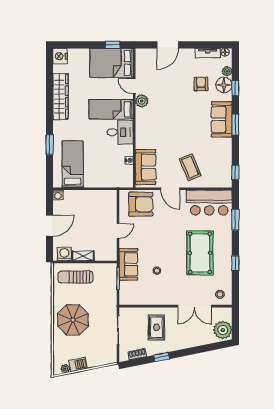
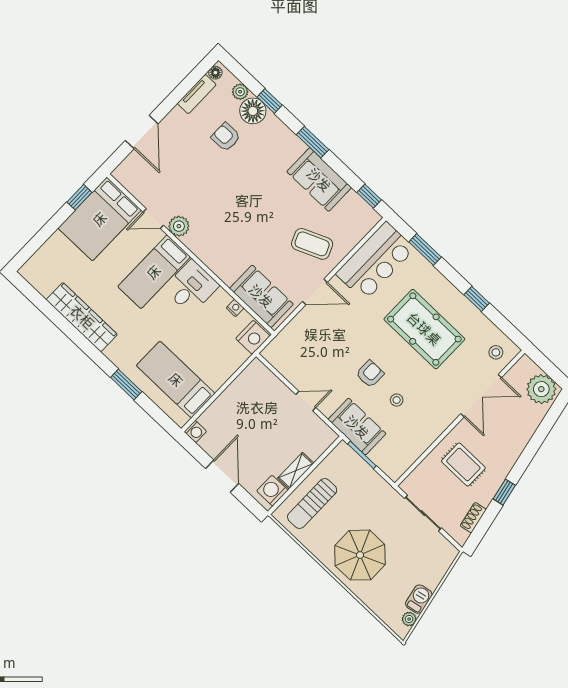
nightstand: (60, 56) -> (253, 337), moved, turned -90
sofa: (222, 119) -> (319, 180), moved
armchair: (141, 204) -> (370, 374), moved, width x0.53, depth x0.53
door: (118, 231) -> (306, 401), hinge flipped

